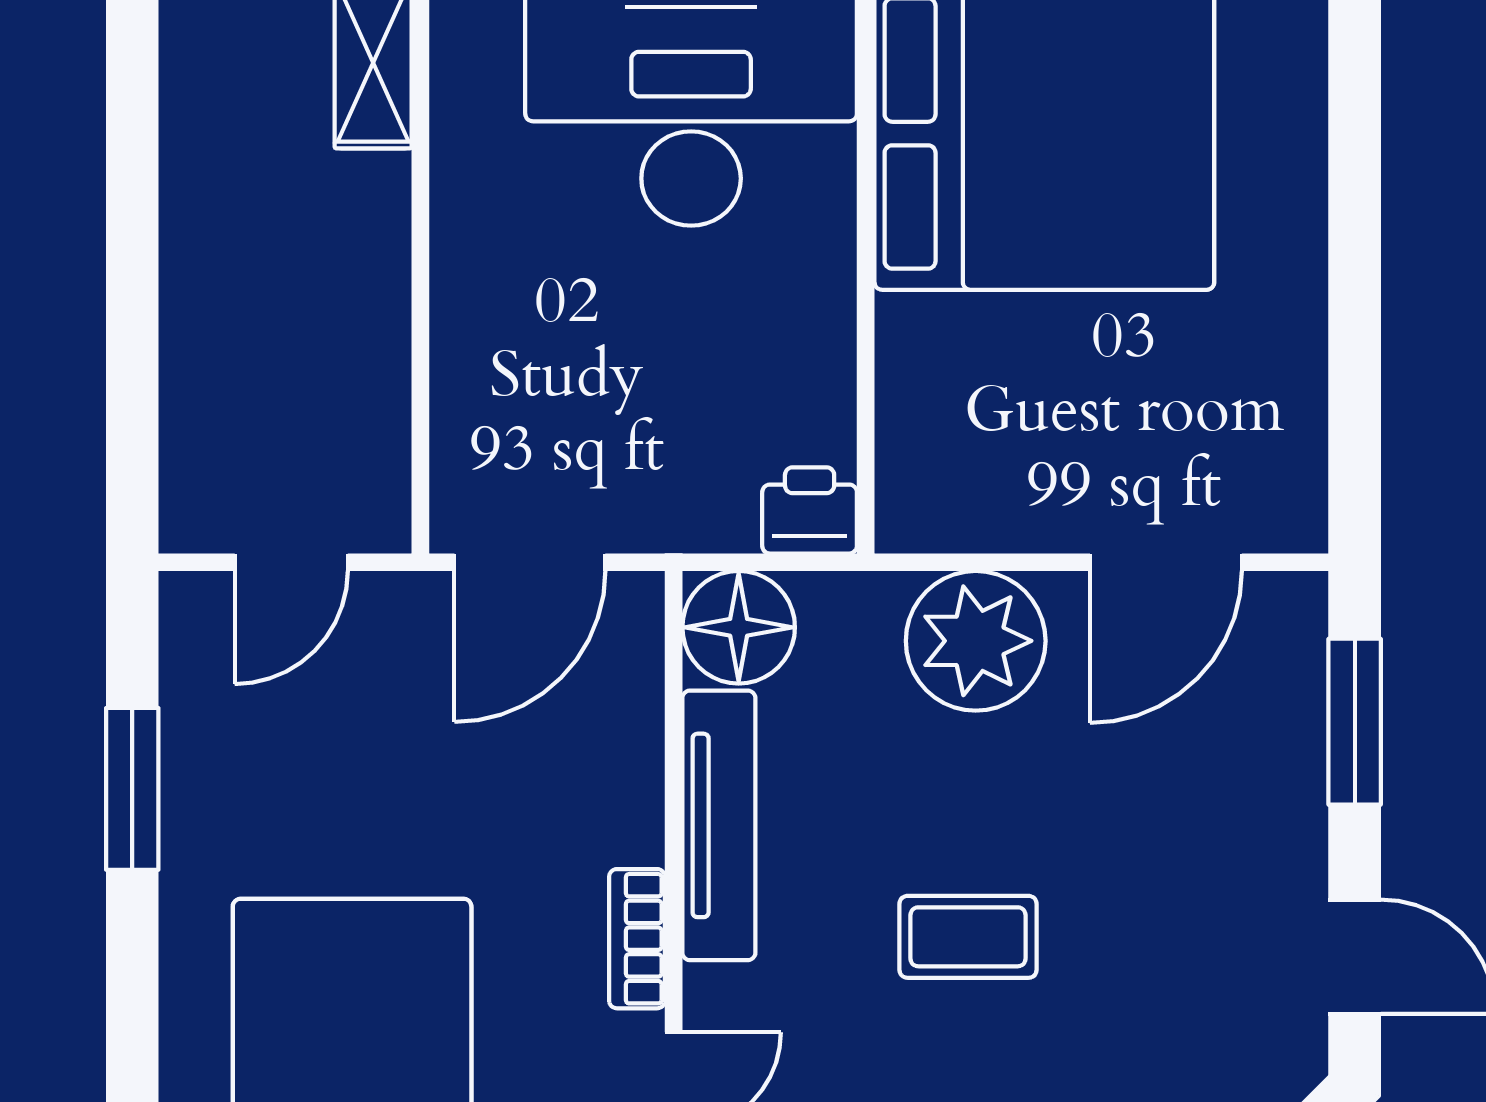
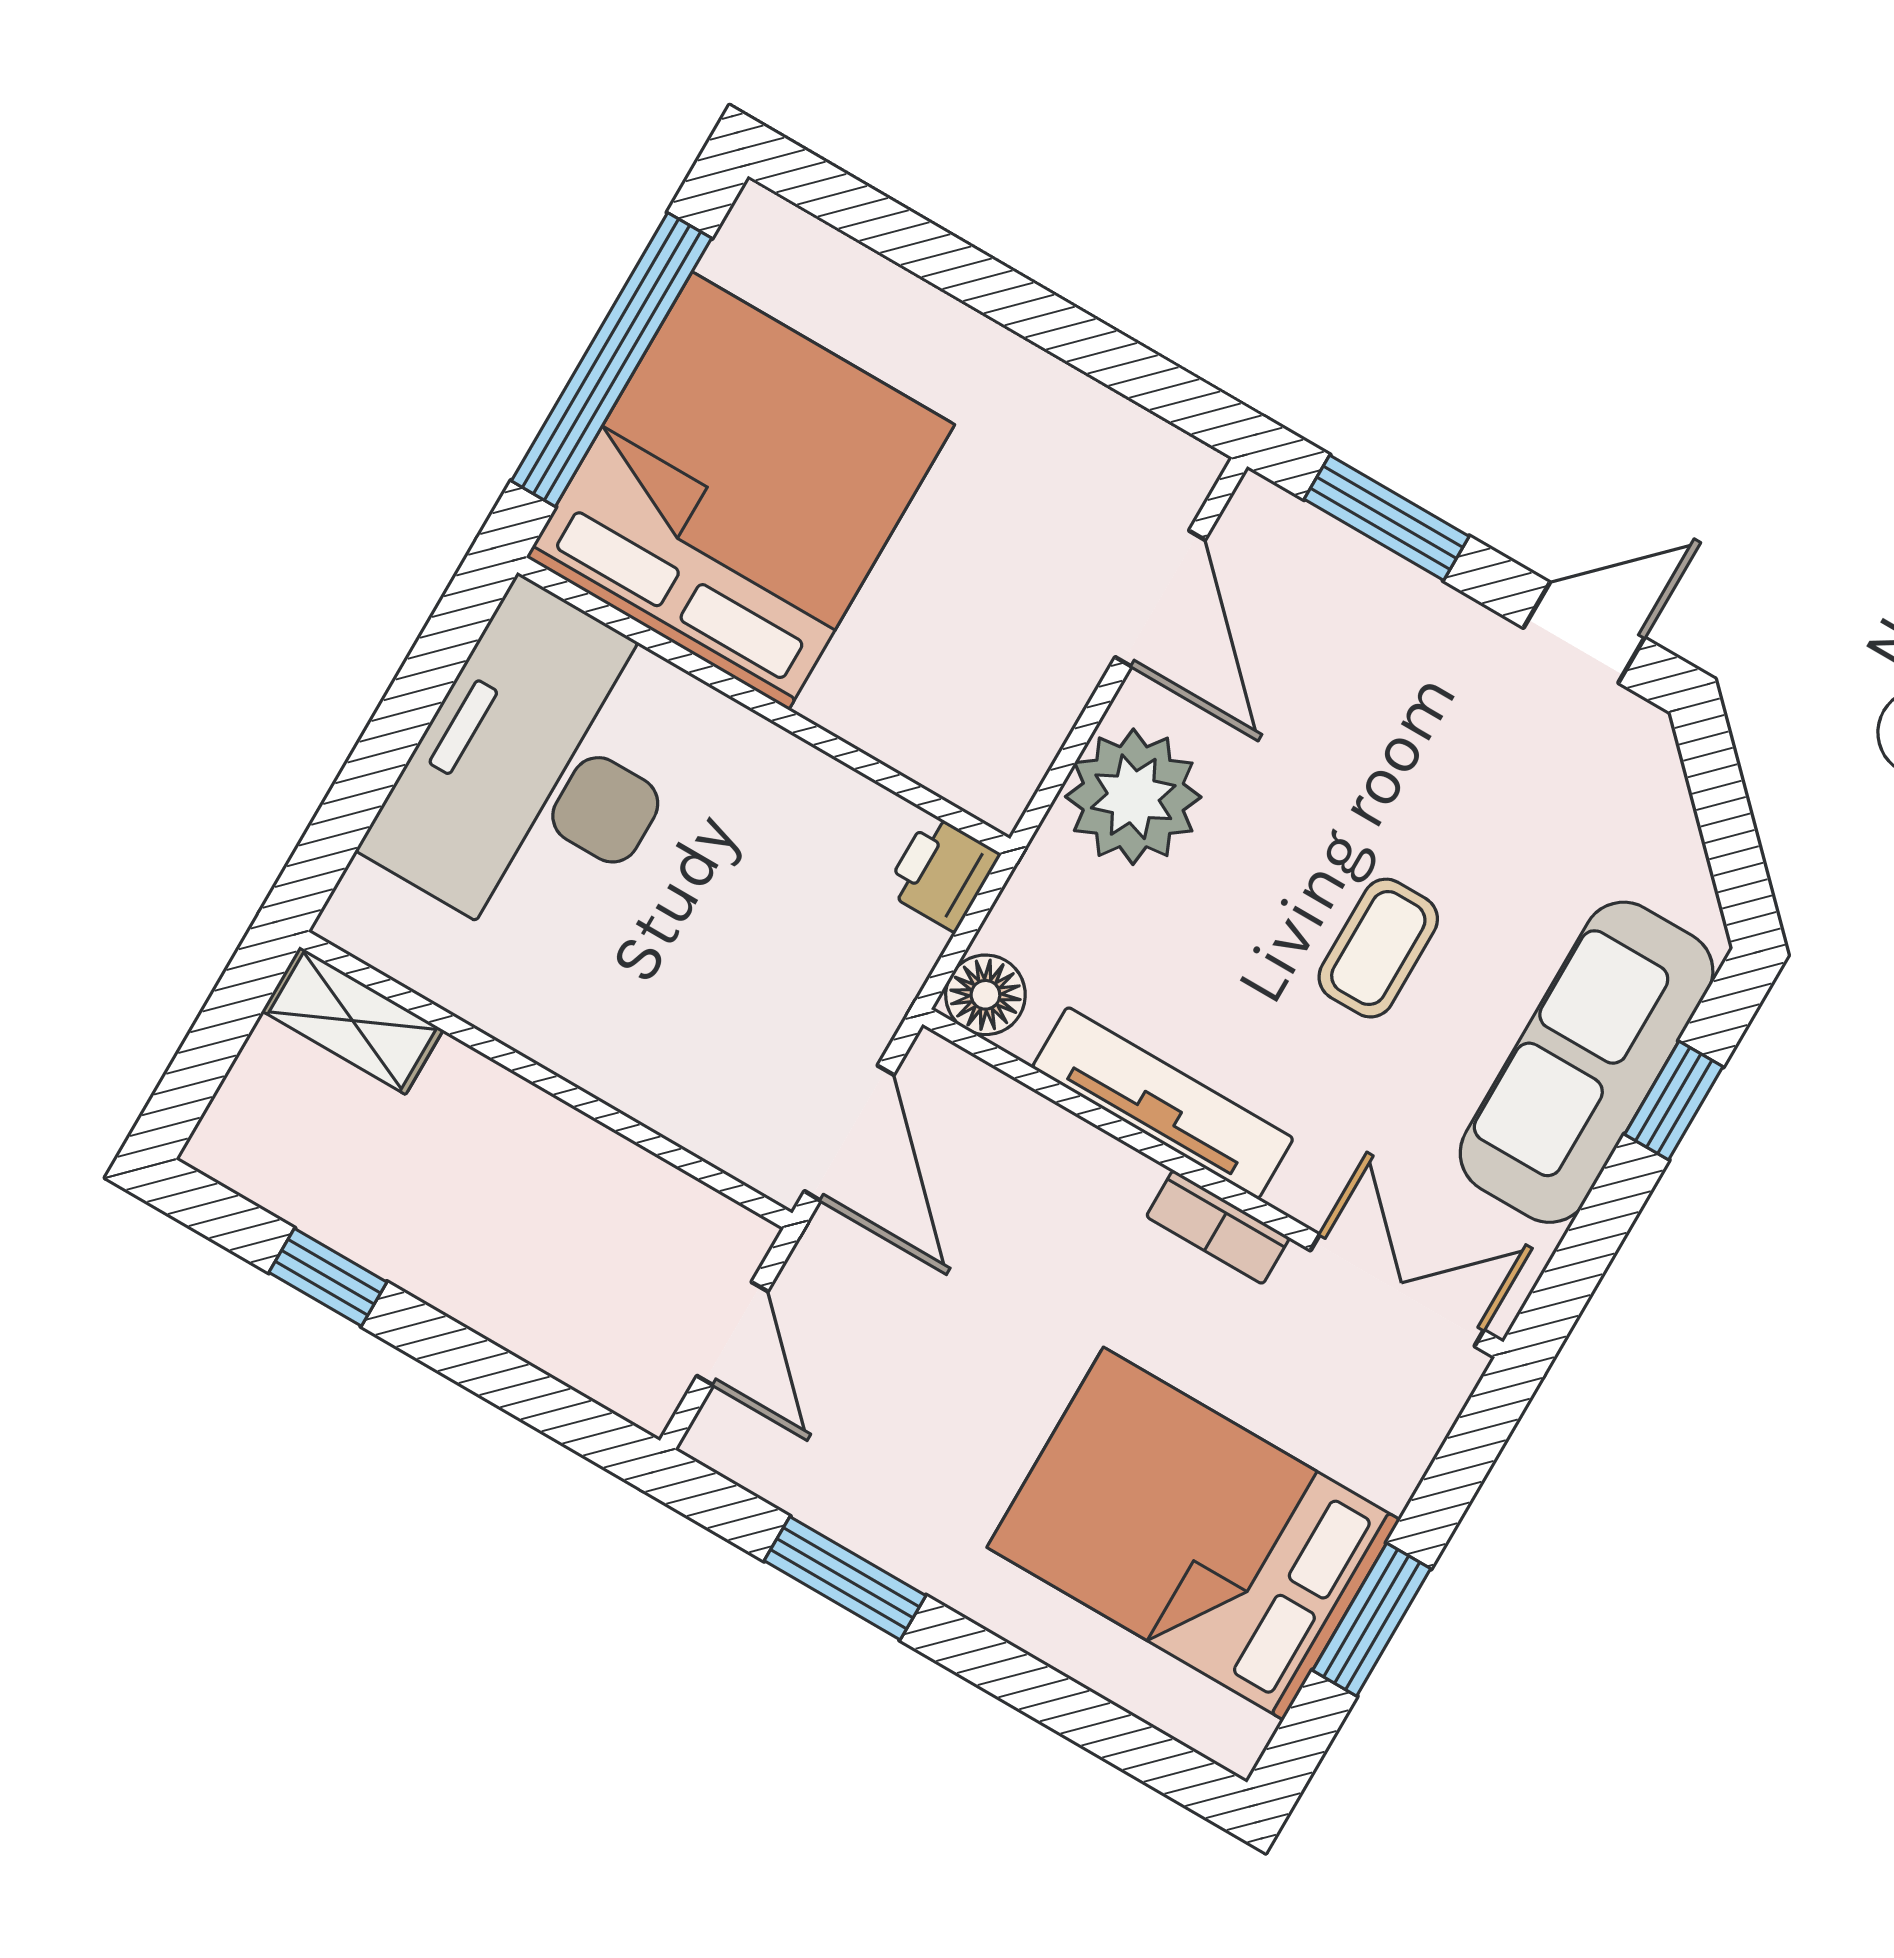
window: (132, 174) -> (328, 1277), added
floor lamp: (739, 627) -> (985, 995), width x0.73, depth x0.73

